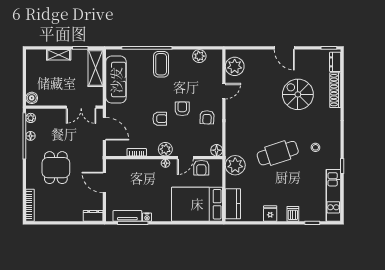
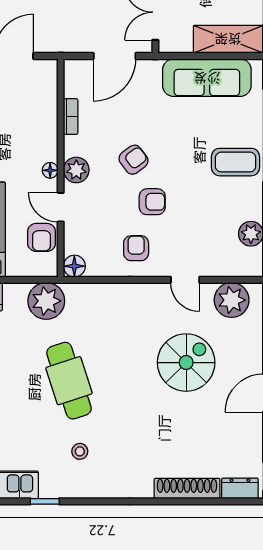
spiral stairs: (298, 94) -> (186, 363), moved
armchair: (207, 117) -> (136, 248), turned 88
armchair: (160, 119) -> (133, 160), turned -127
armchair: (201, 168) -> (42, 237), turned -90

